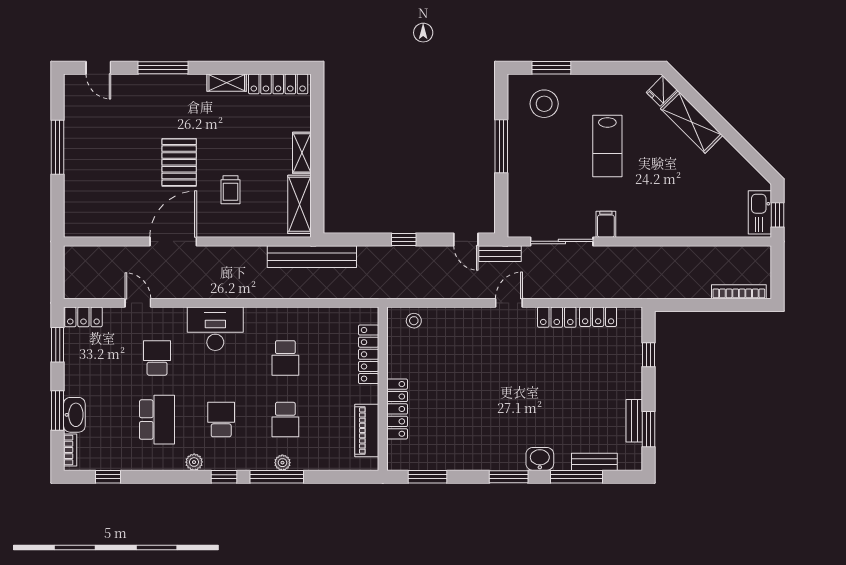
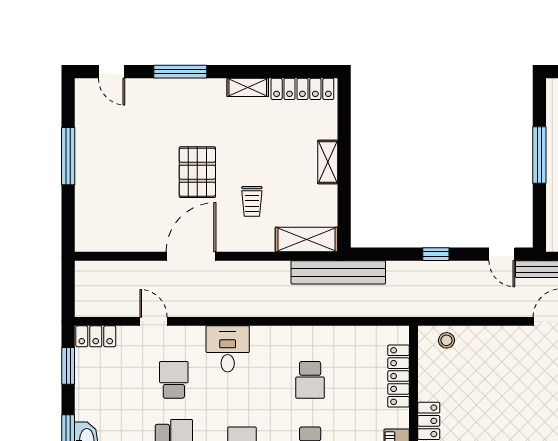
shelving: (299, 204) -> (306, 239), moved, turned 90
desk: (215, 329) -> (228, 349), width x0.73

